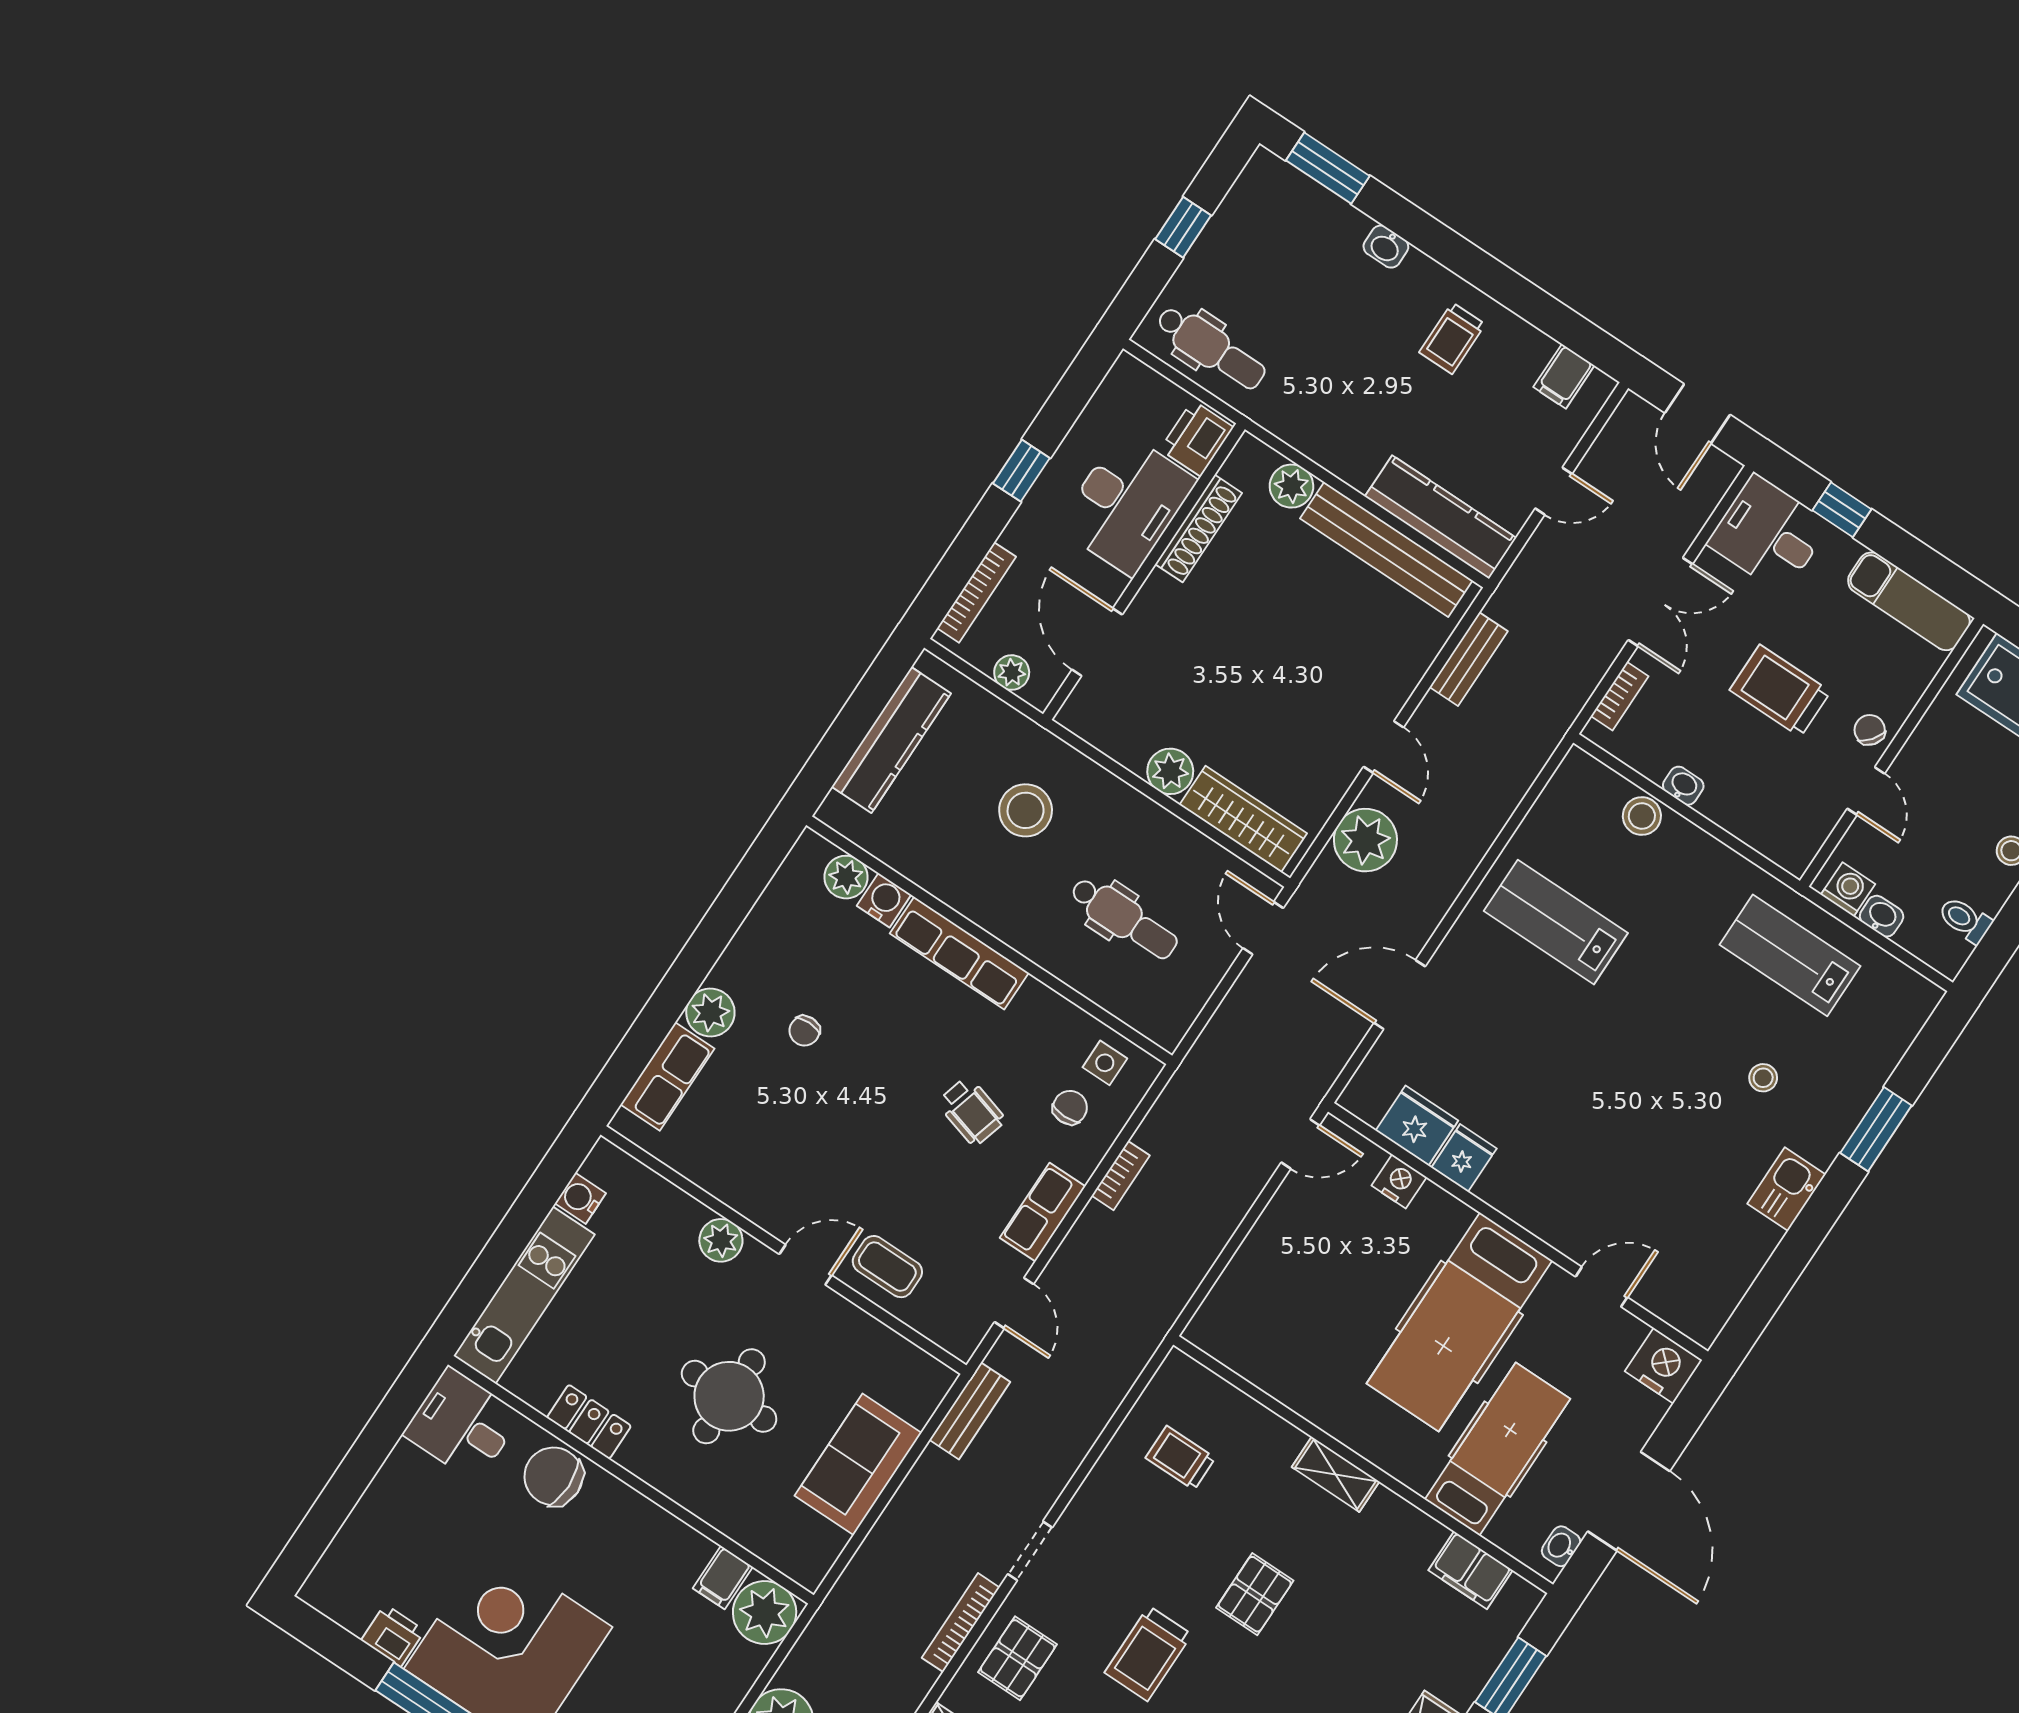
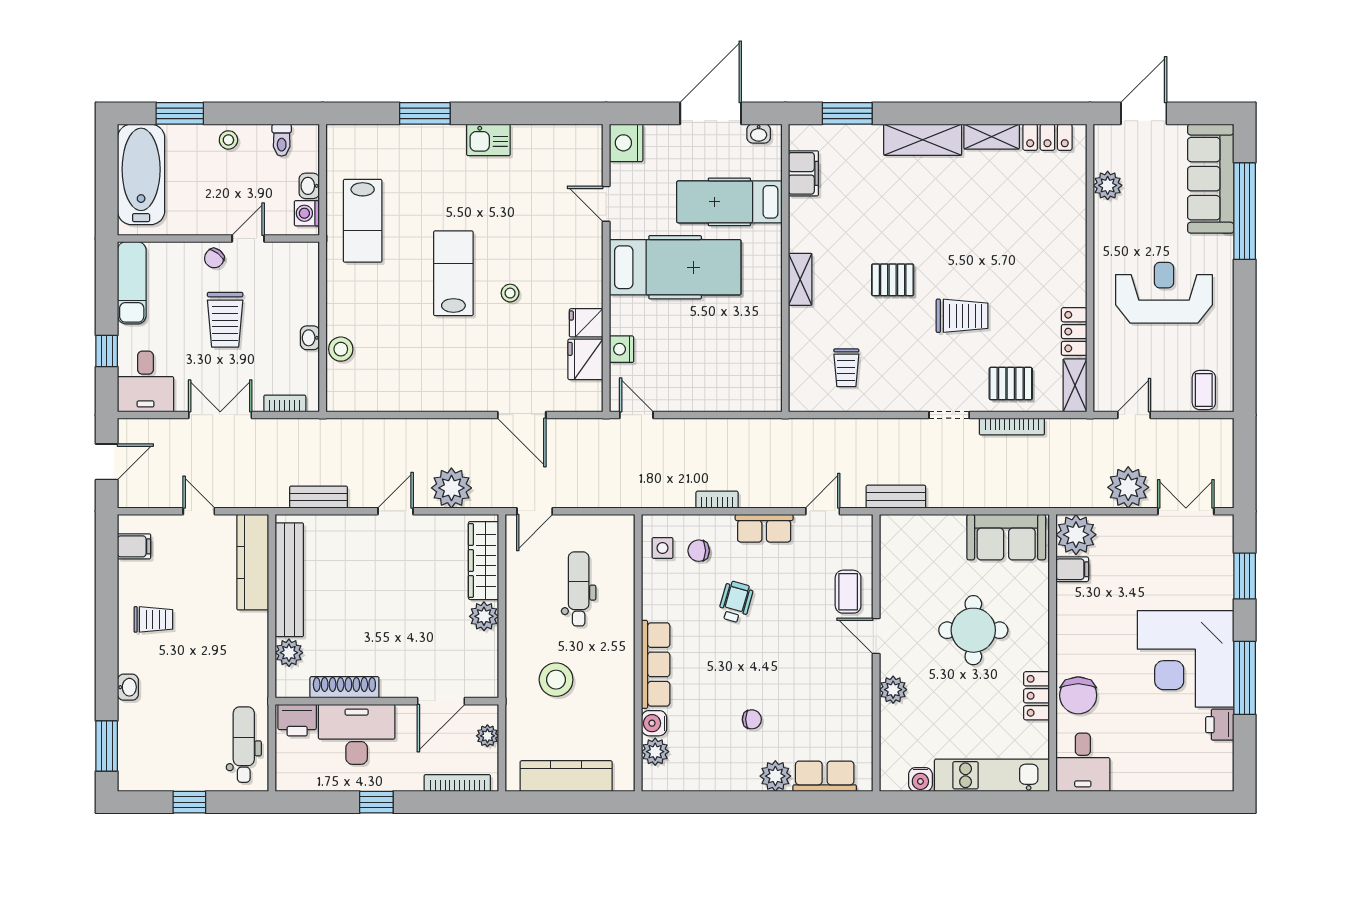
lab bench: (1556, 922) -> (453, 273), moved, turned 180
stool: (1763, 1078) -> (510, 293), moved
sofa: (858, 1464) -> (1006, 537), moved

